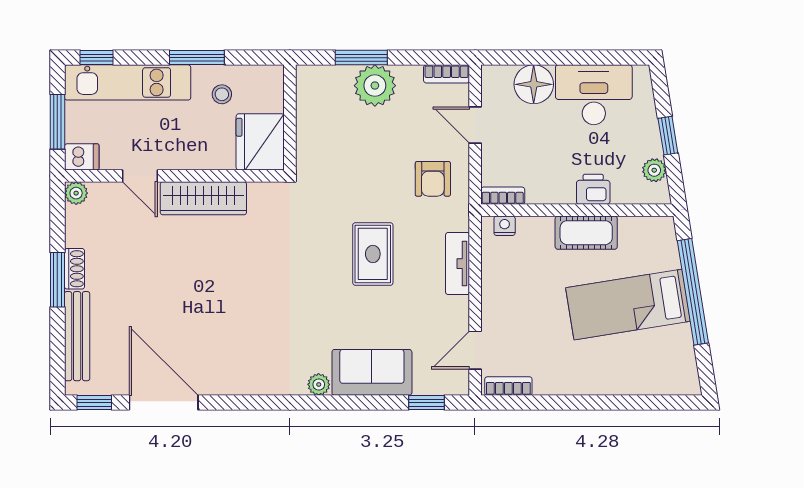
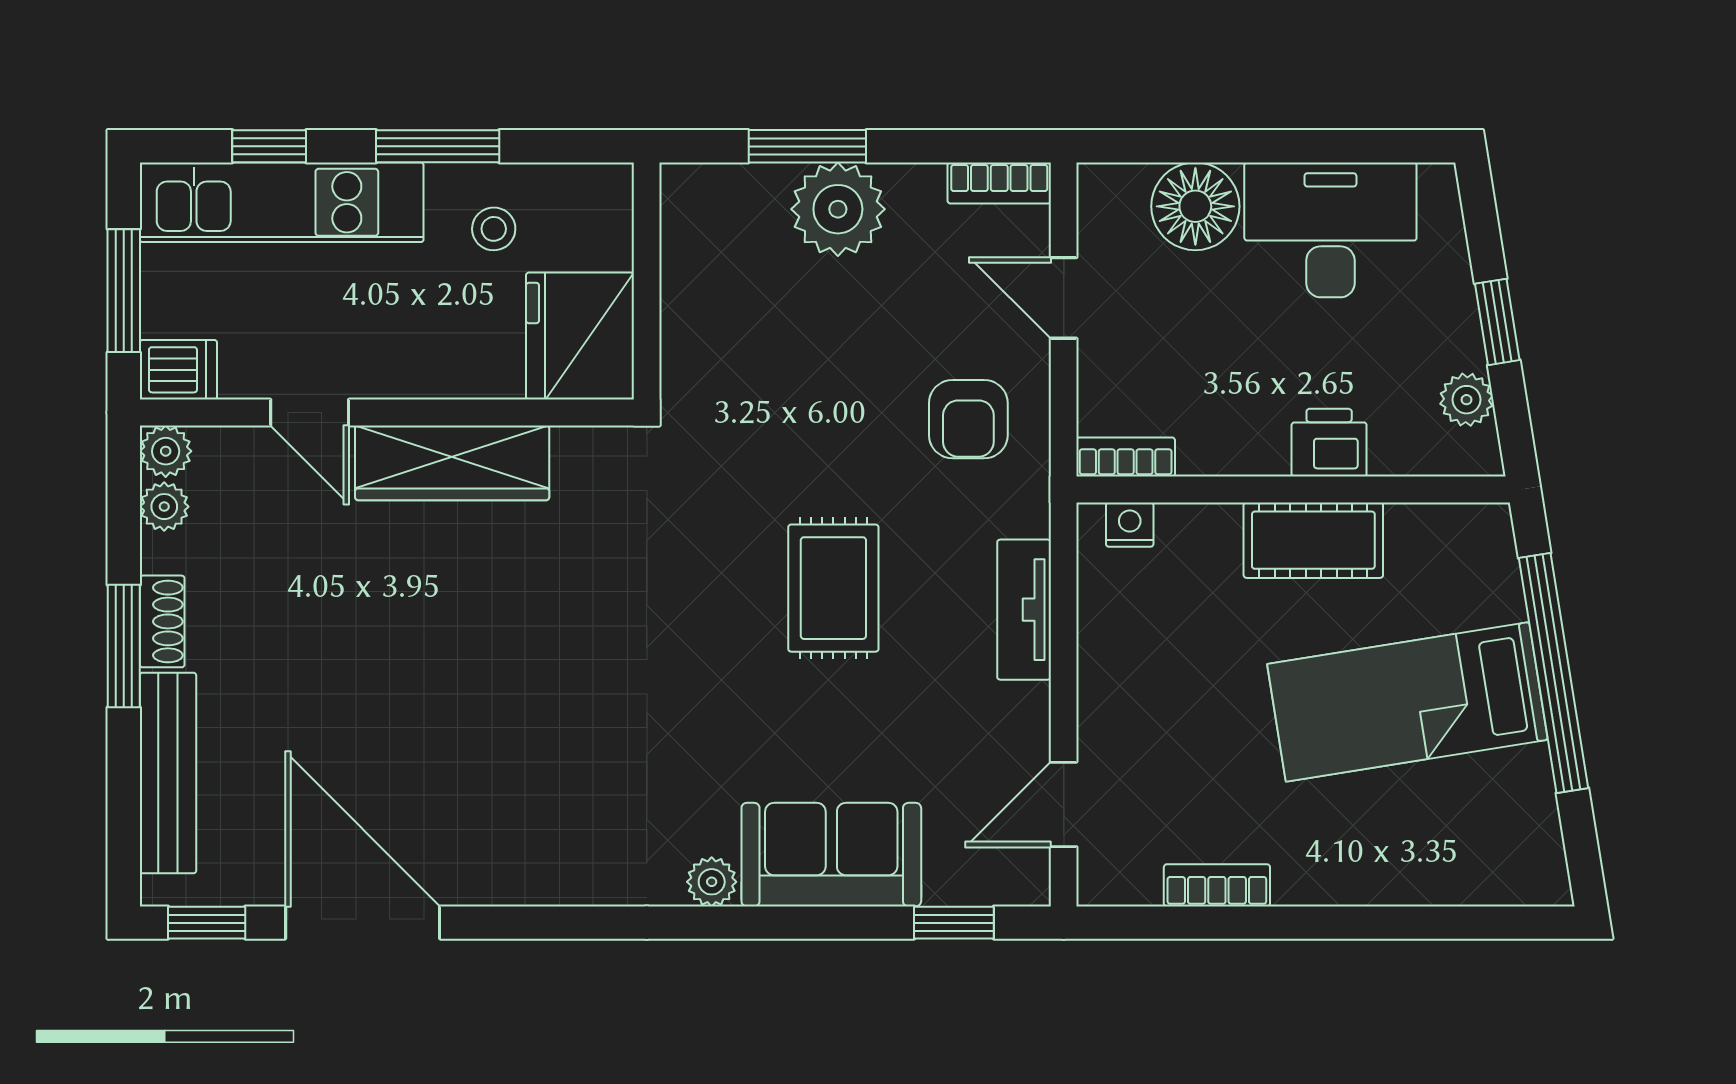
window: (96, 58) -> (269, 146), moved
plant: (75, 218) -> (164, 507), added
bookcase: (508, 386) -> (1217, 885), moved

